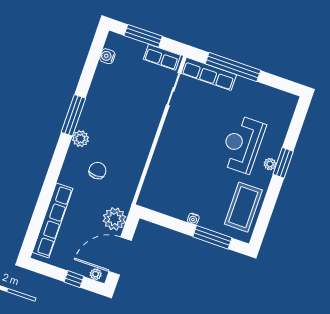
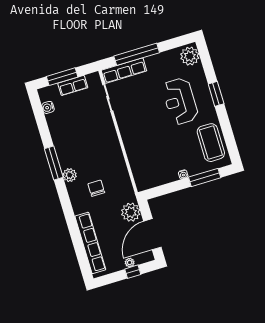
row of seats: (162, 57) -> (73, 85), moved
plant: (270, 164) -> (190, 56), moved, width x1.88, depth x1.88
plant: (96, 274) -> (130, 263), moved

